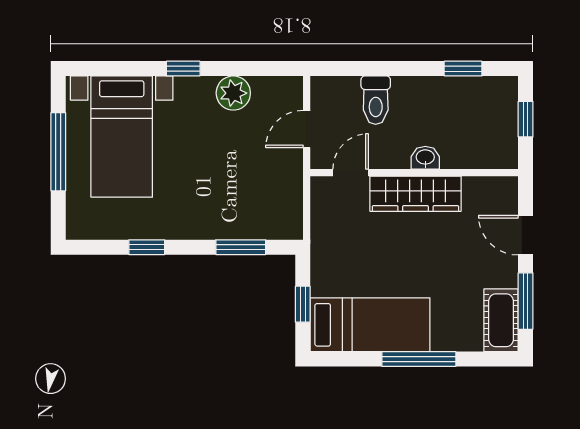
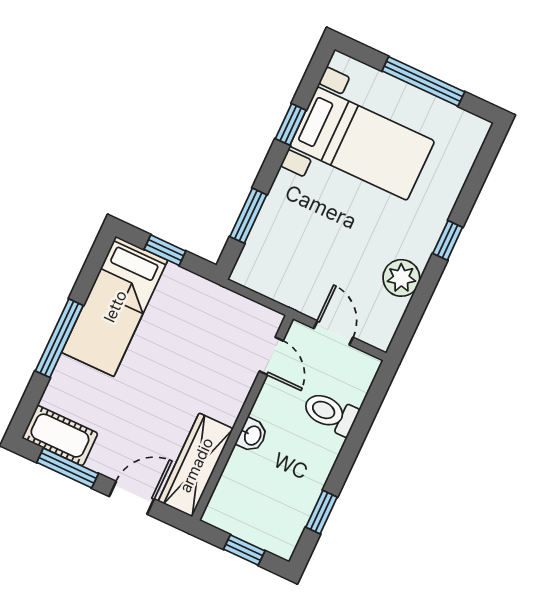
bed with nightstands: (122, 137) -> (362, 144), moved, turned 180
wardrobe: (415, 194) -> (196, 465), moved

